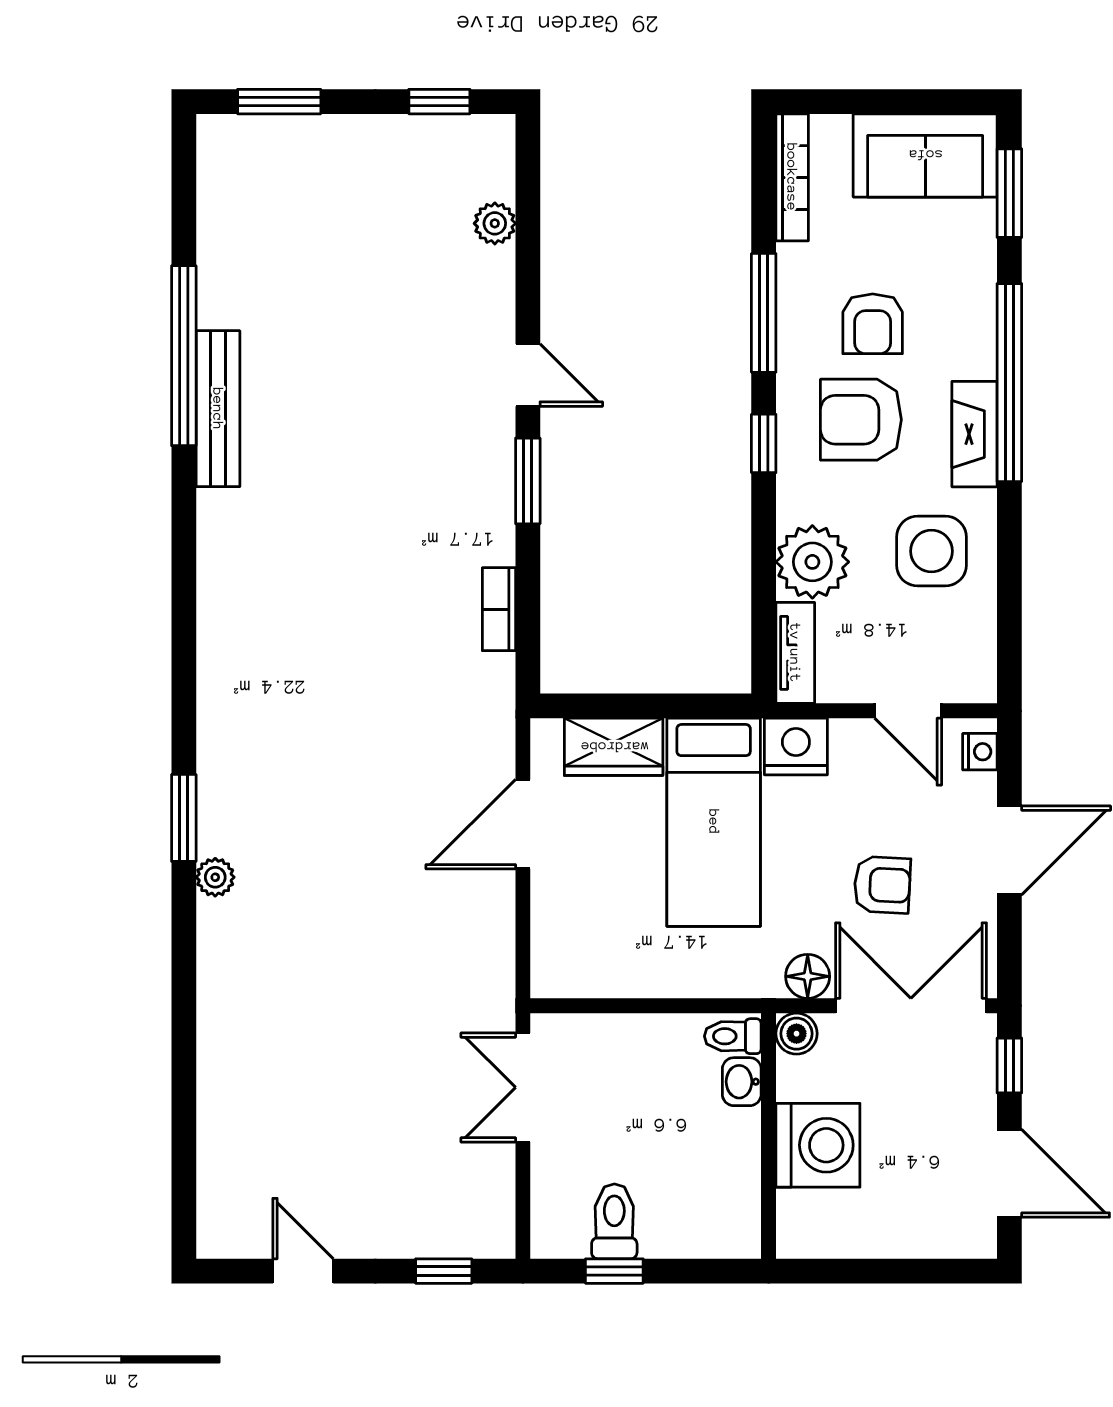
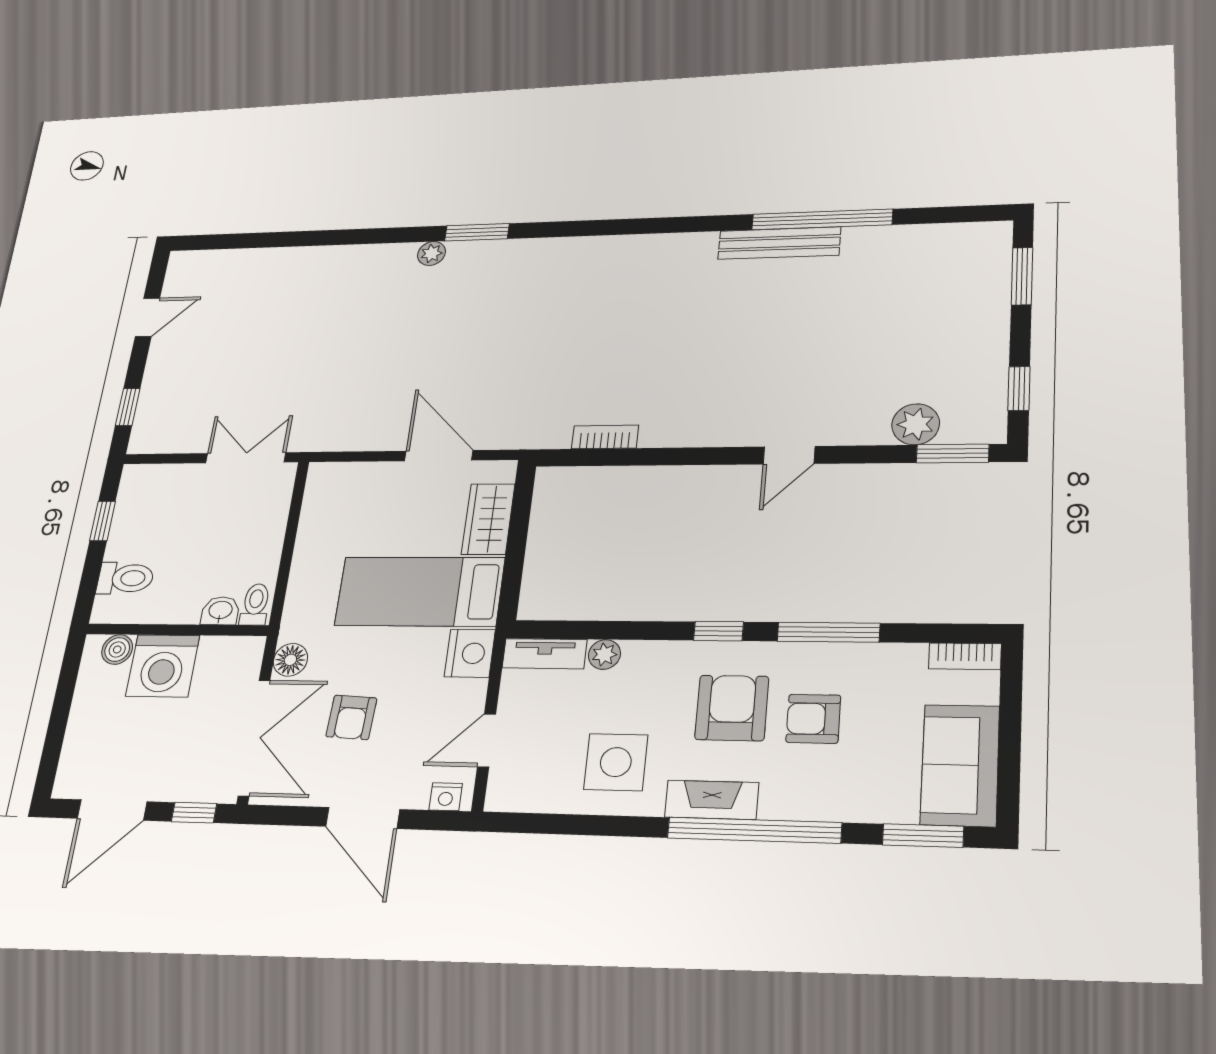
bookcase: (792, 177) -> (965, 656), width x0.64
plant: (495, 223) -> (916, 424), width x1.38, depth x1.38
window: (528, 481) -> (953, 454), moved
plant: (812, 562) -> (604, 654), width x0.53, depth x0.53
boiler: (796, 1034) -> (117, 649), moved
toilet: (614, 1221) -> (125, 578), moved

